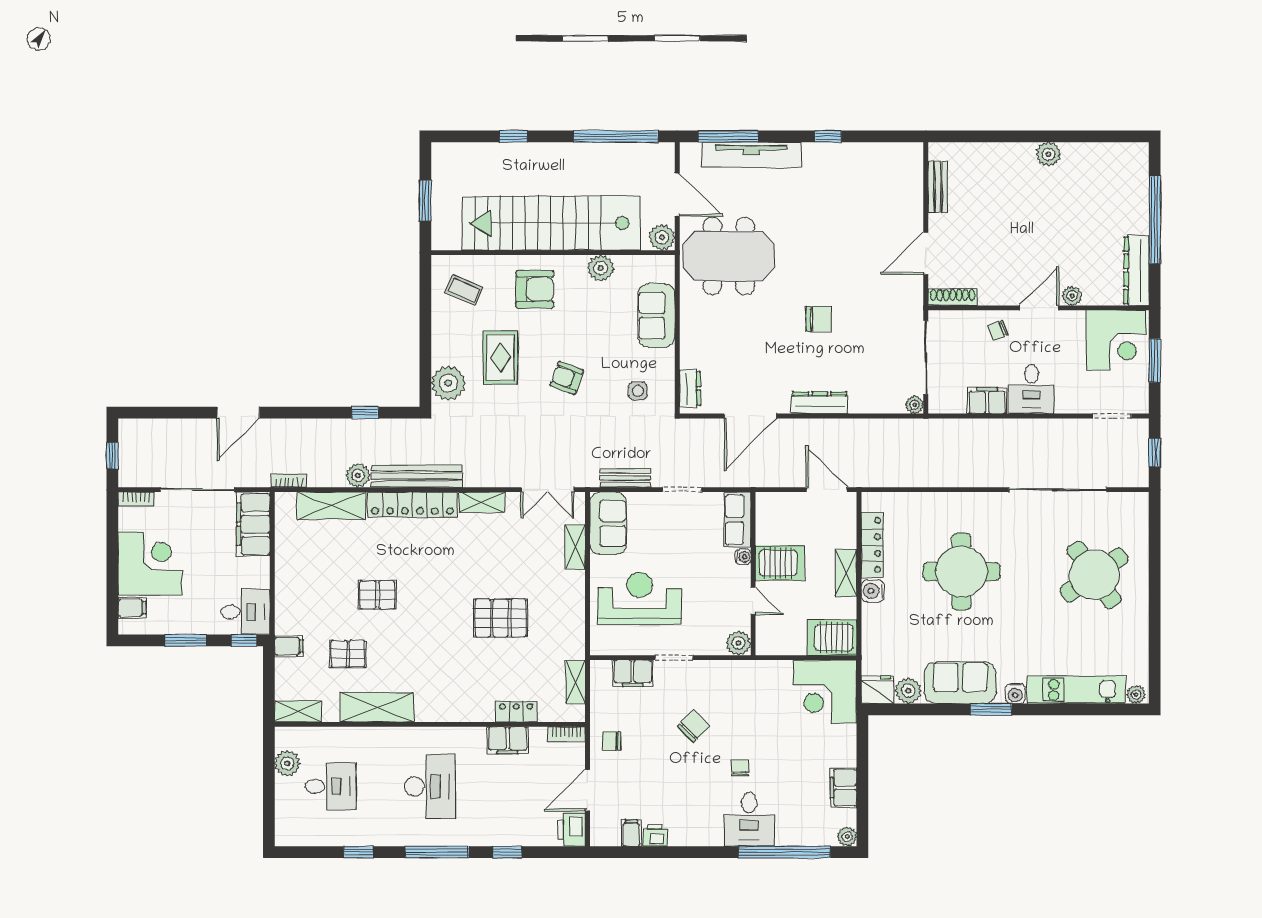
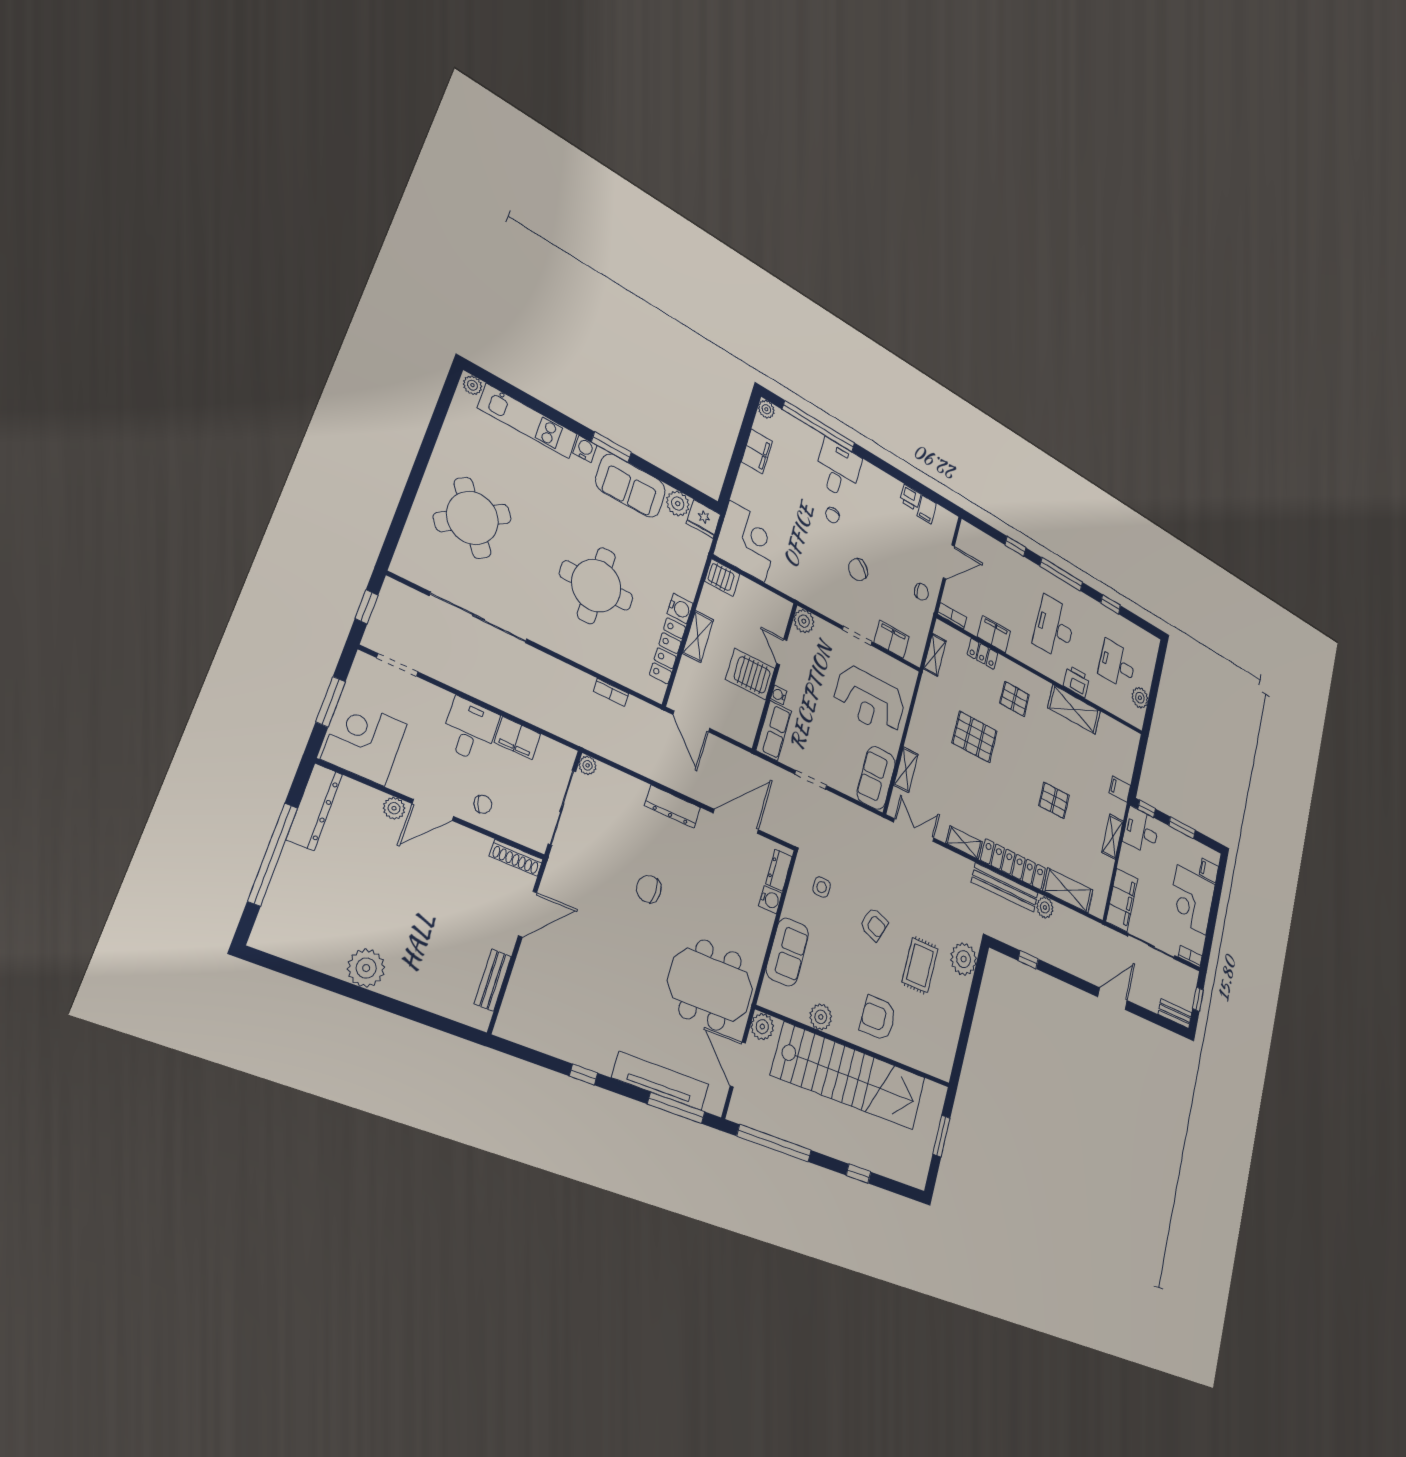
plant: (1049, 154) -> (366, 968), width x1.36, depth x1.36
coffee table: (464, 290) -> (932, 1040), removed
water cooler: (690, 357) -> (770, 900), added
bench: (625, 478) -> (1175, 1013), moved
bookcase: (289, 480) -> (611, 692), moved
server rack: (832, 638) -> (722, 578), width x0.73, depth x0.70
pallet: (348, 654) -> (1014, 699), moved
shelving: (298, 711) -> (1113, 837), moved, turned 90
printer: (571, 830) -> (1076, 681), moved, turned -90

